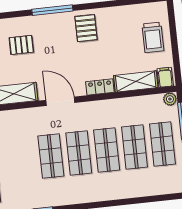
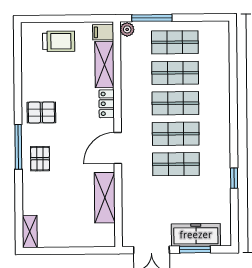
pallet: (21, 45) -> (40, 159), moved

